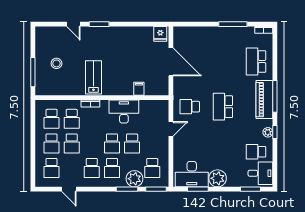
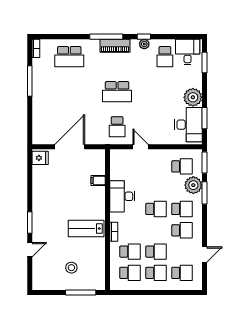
piano: (264, 100) -> (115, 46), width x0.73, depth x0.75
school desk: (132, 143) -> (156, 188), removed

